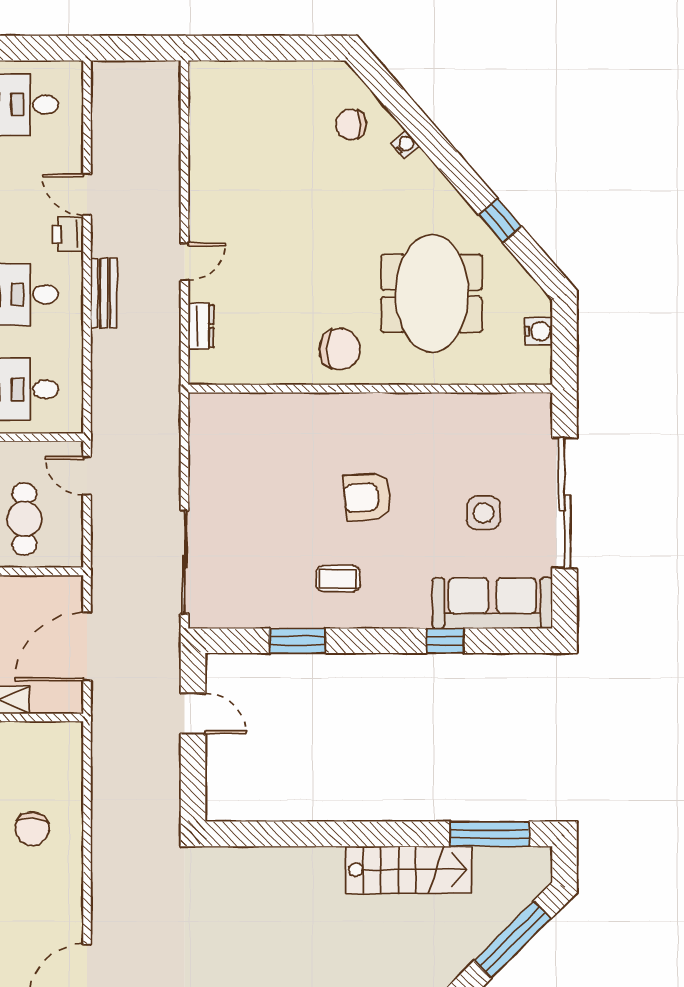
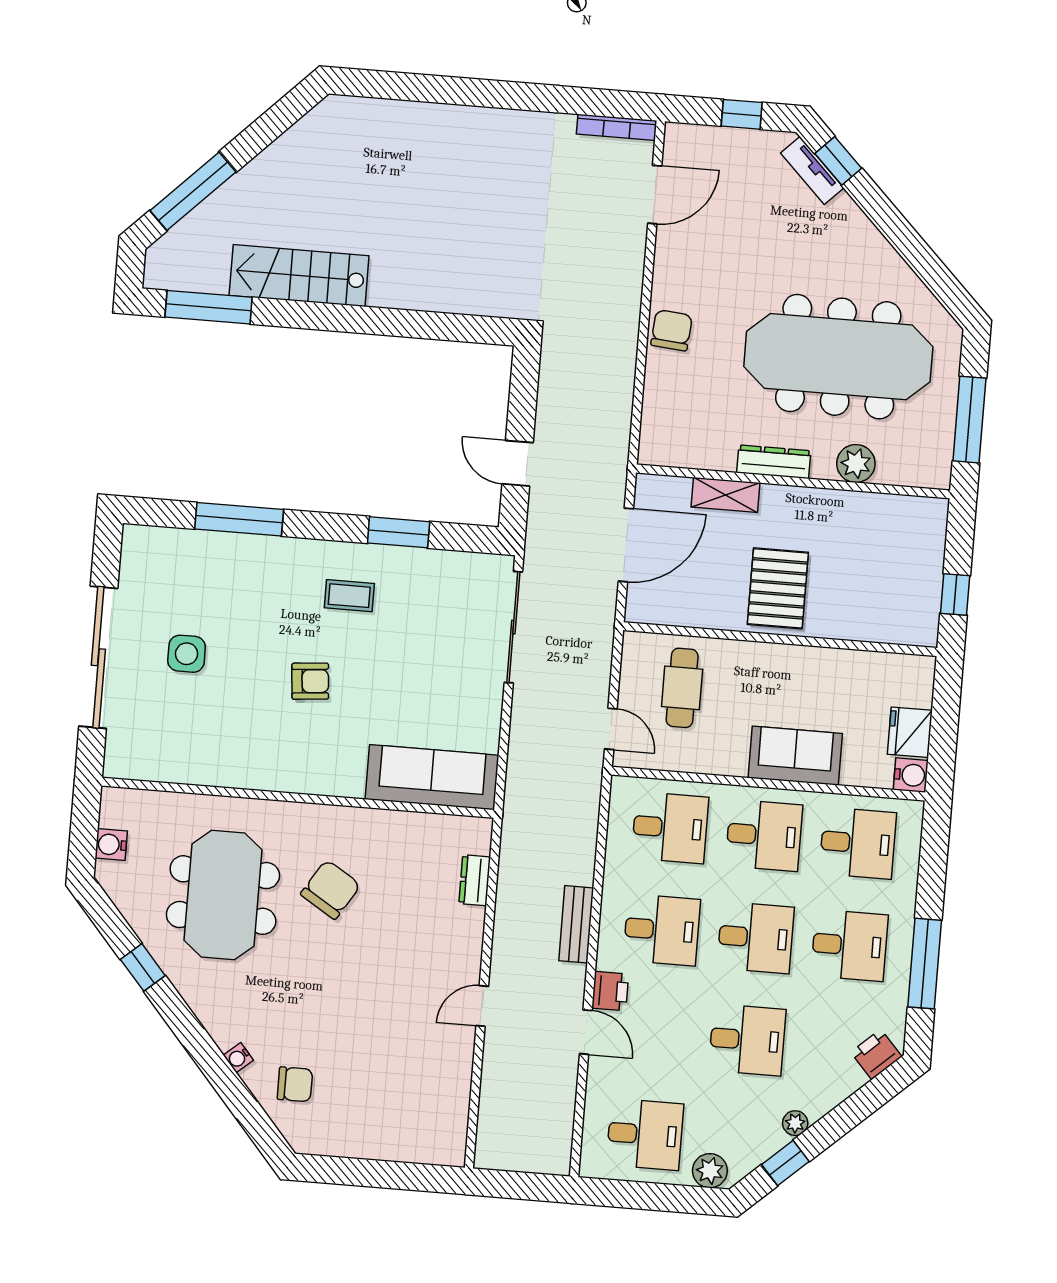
door: (184, 262) -> (482, 1006), moved
chair: (340, 349) -> (331, 890), moved, turned 122
armchair: (367, 497) -> (310, 681), width x0.72, depth x0.72
sofa: (492, 603) -> (432, 777), moved, turned 180
window: (445, 641) -> (239, 519), width x2.17
chair: (32, 829) -> (672, 330), moved

